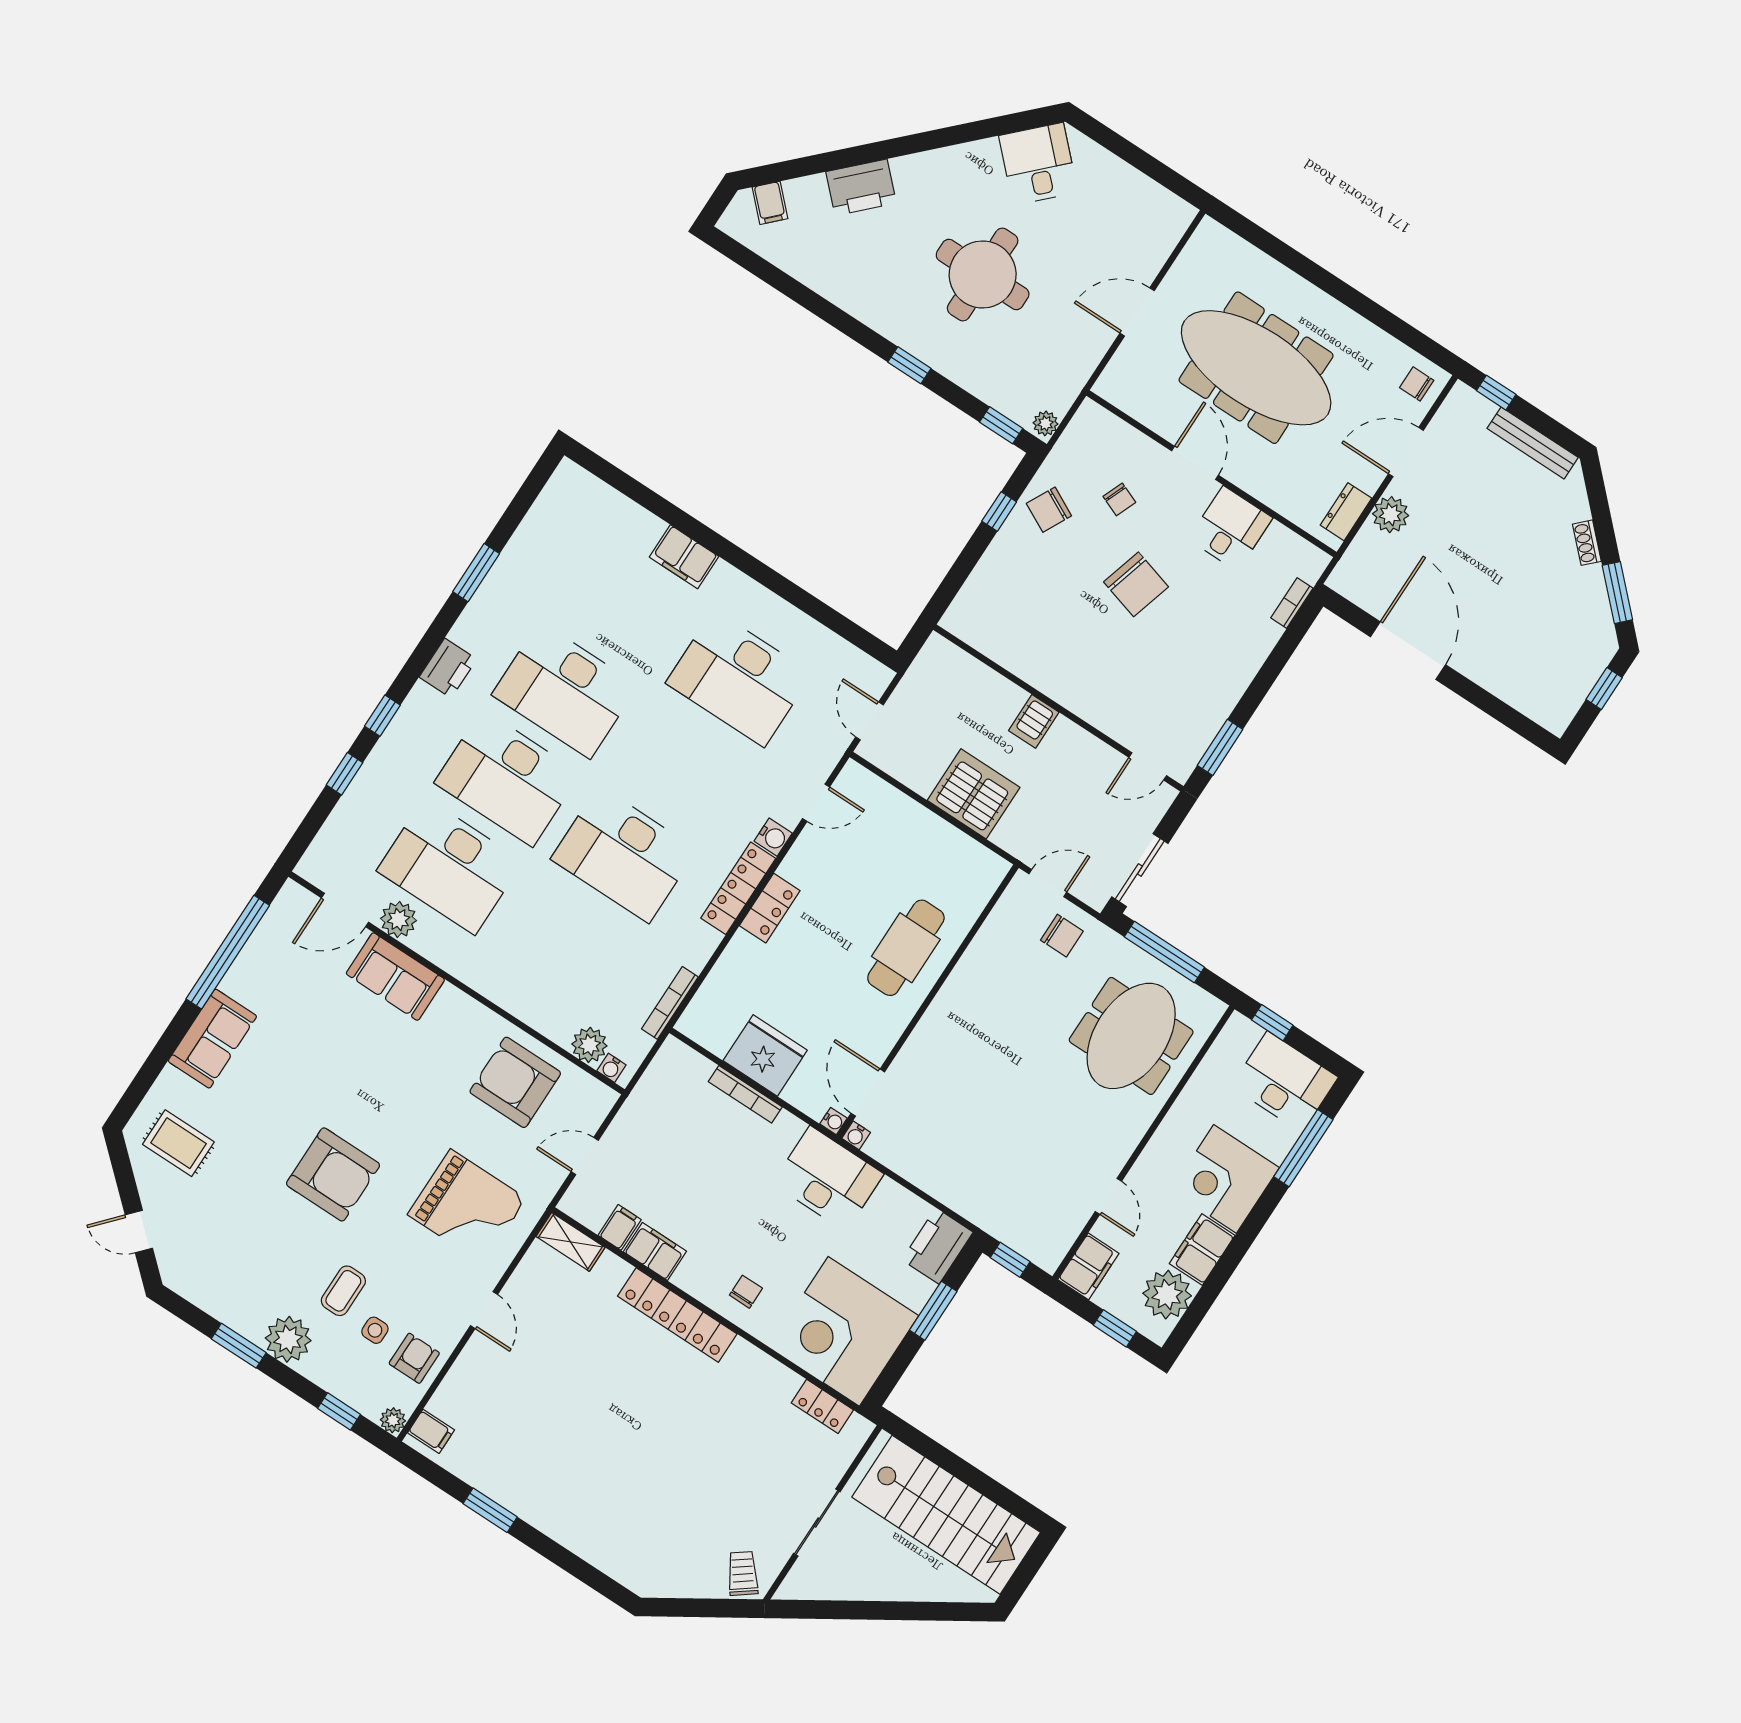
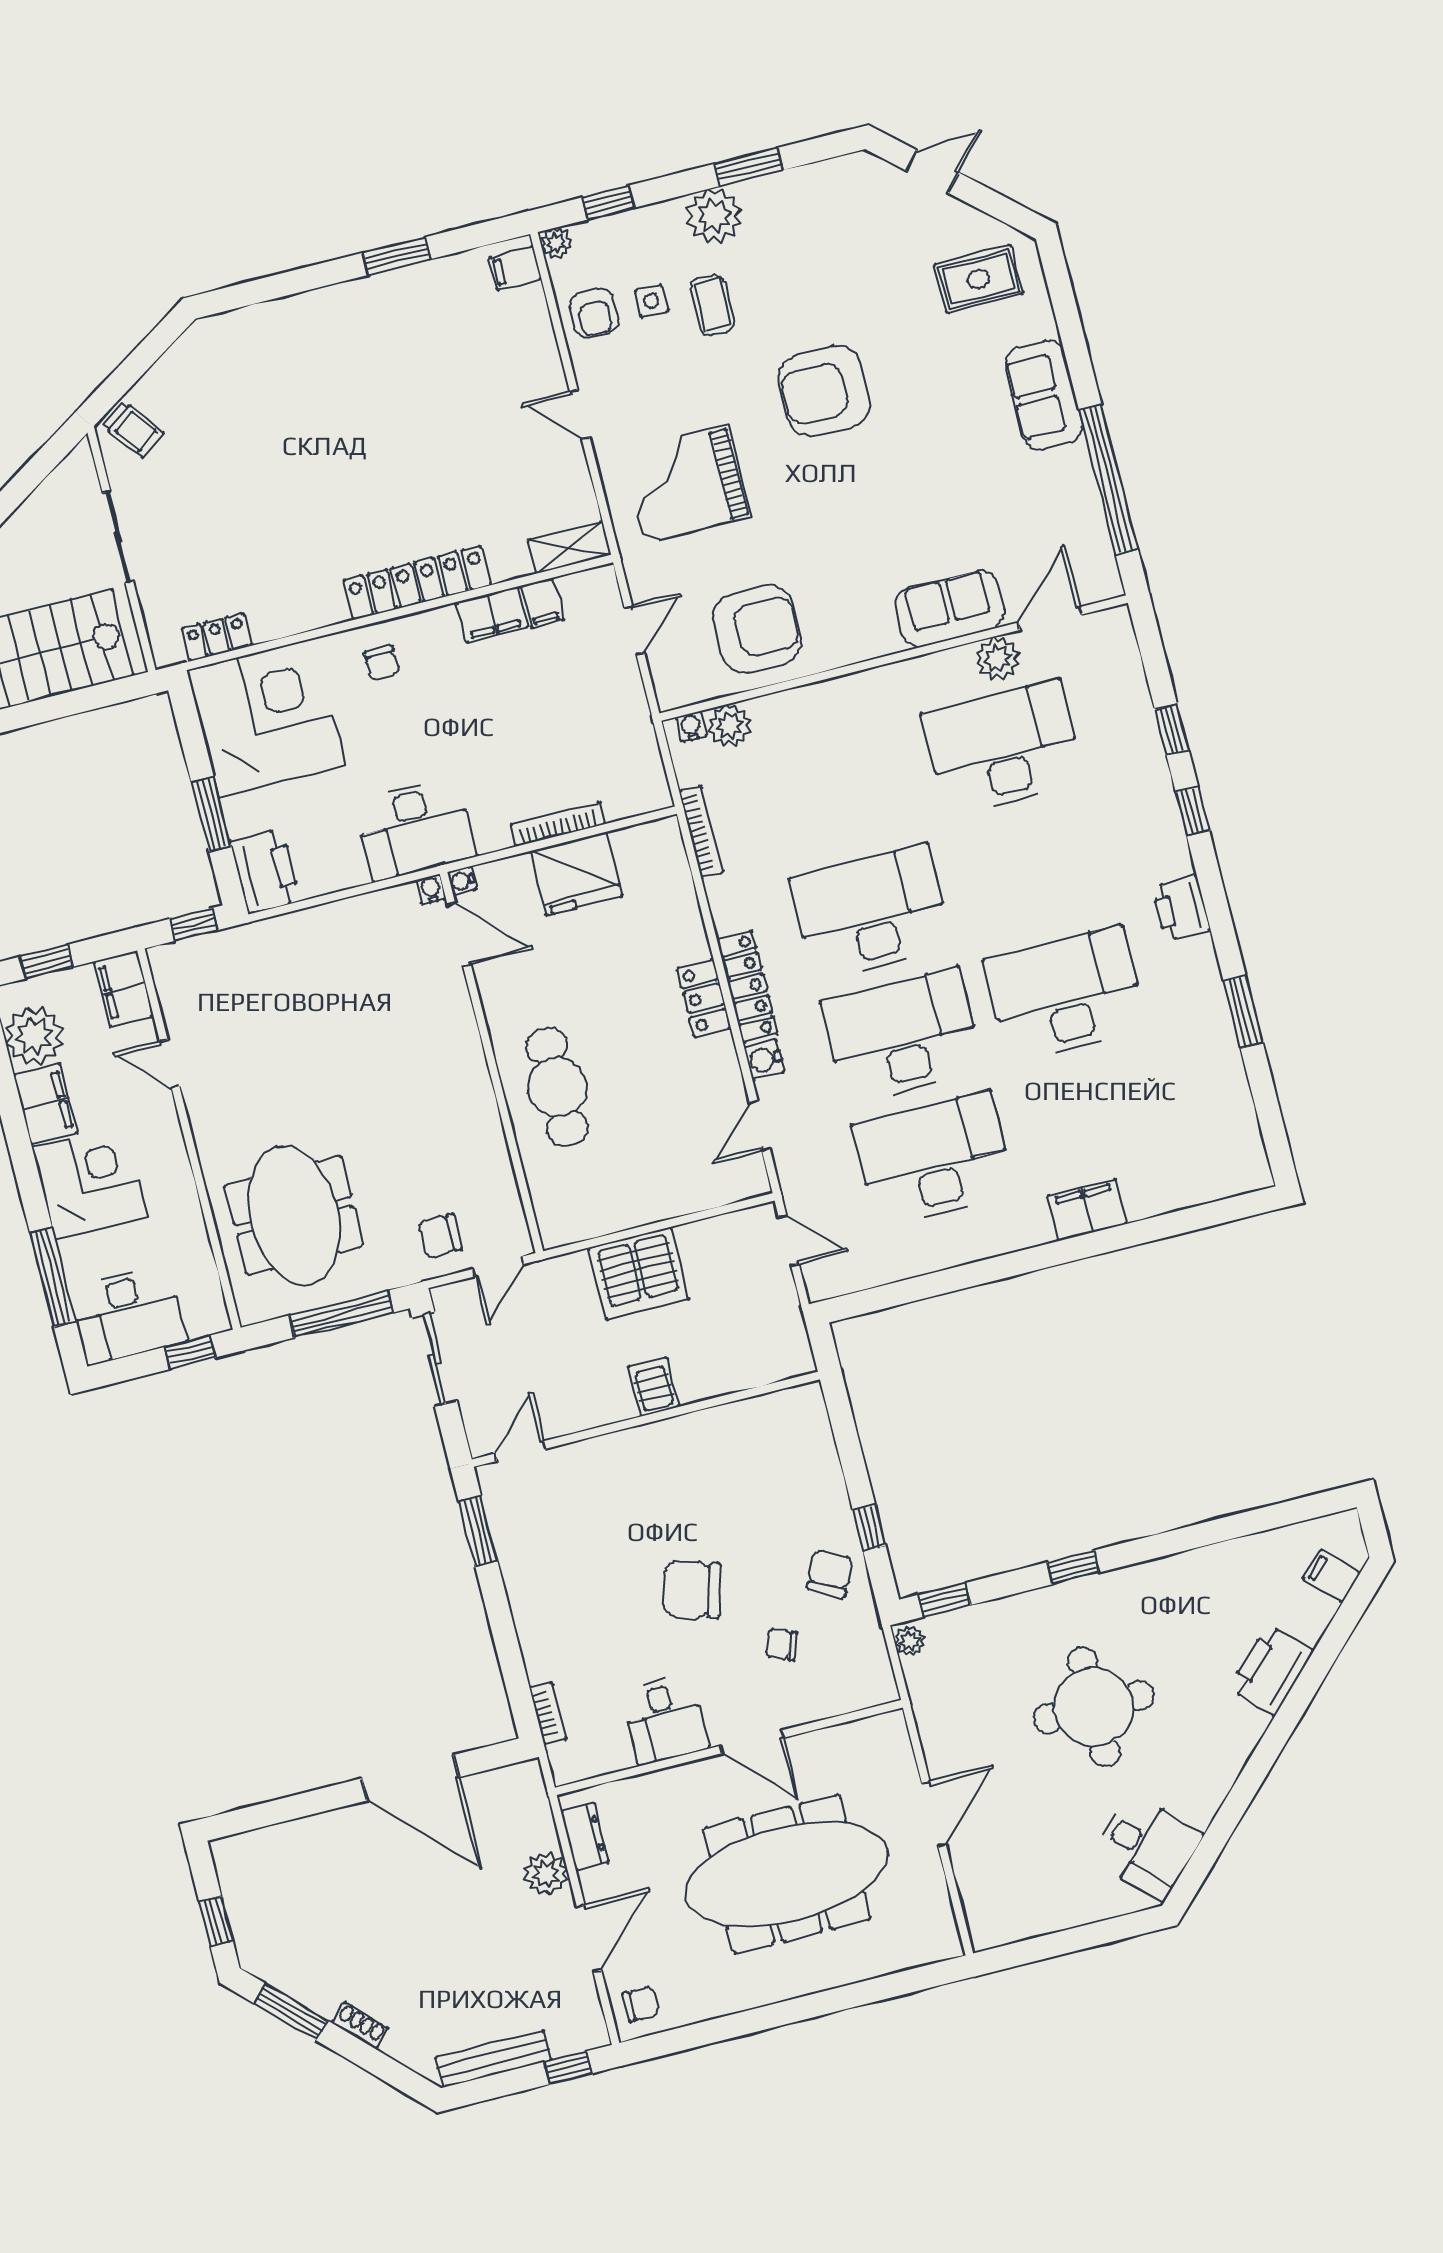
desk: (507, 778) -> (902, 1036), moved

